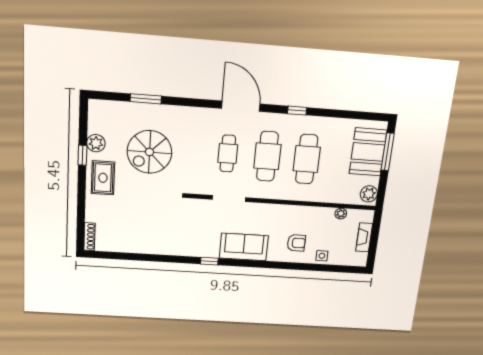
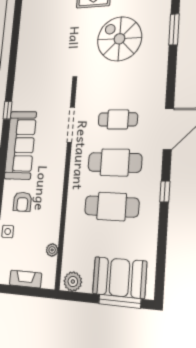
sofa: (244, 247) -> (20, 145), width x1.36

